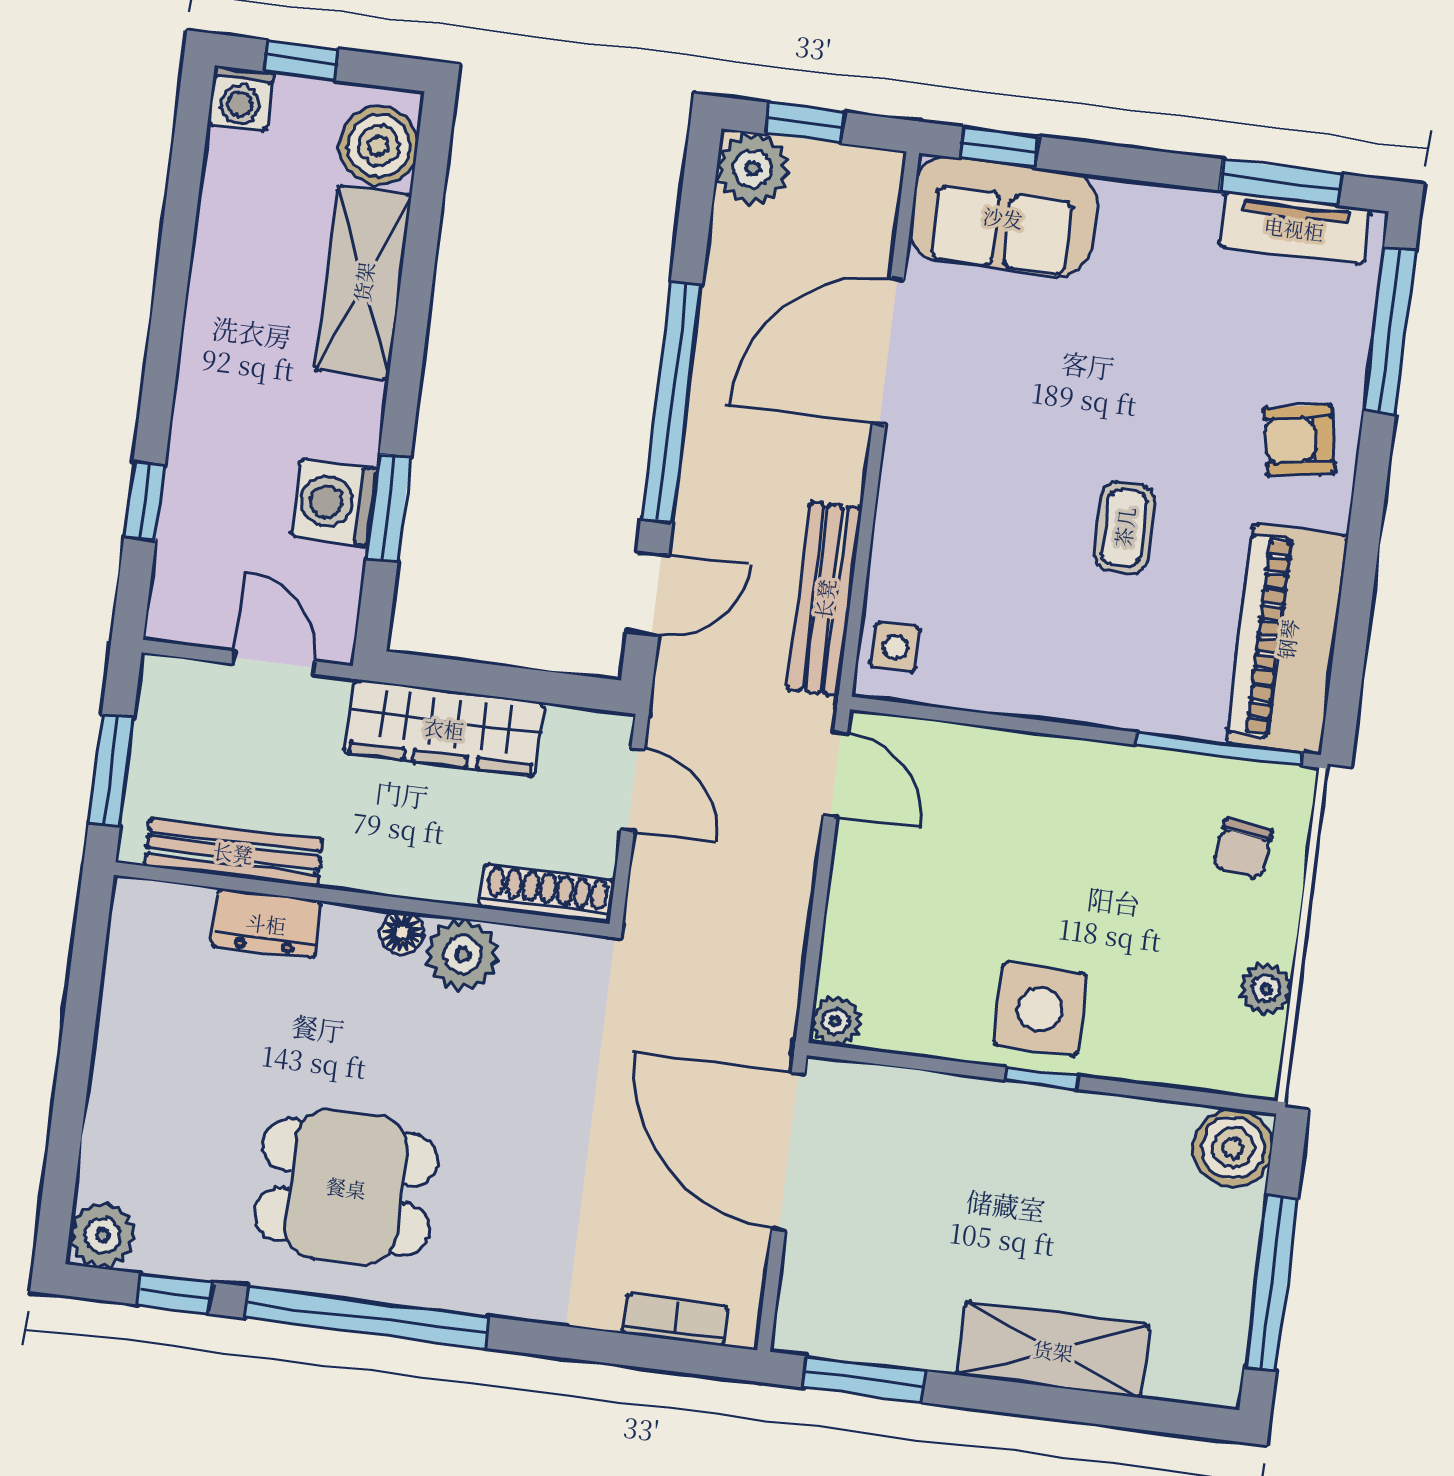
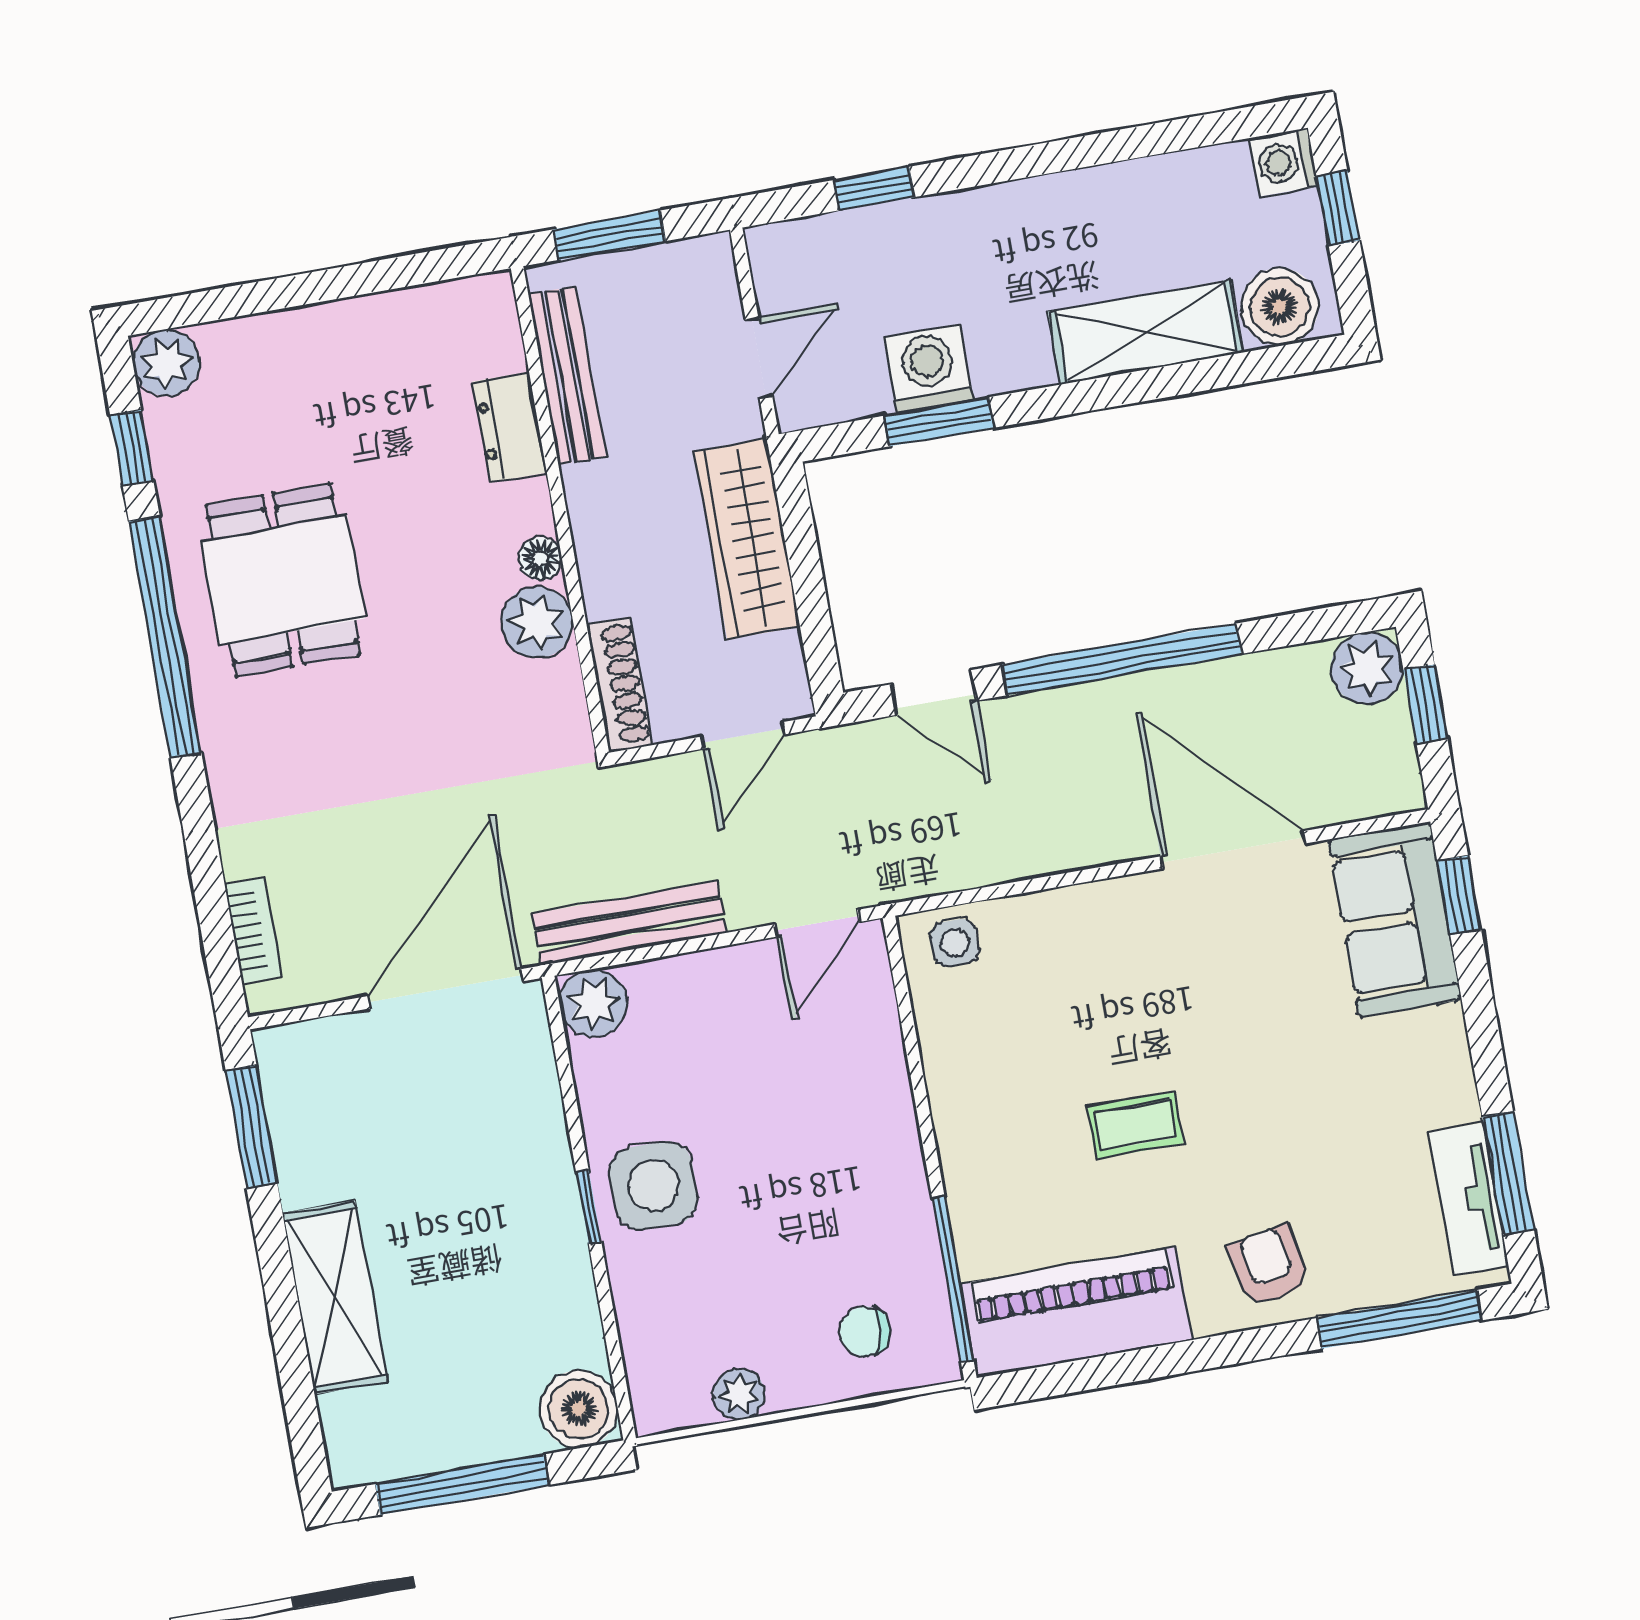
bench: (824, 599) -> (629, 923), moved
plant: (836, 1021) -> (593, 1003), width x1.38, depth x1.38

